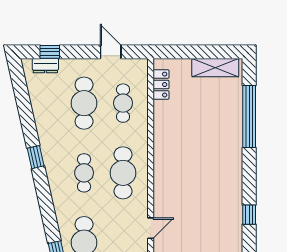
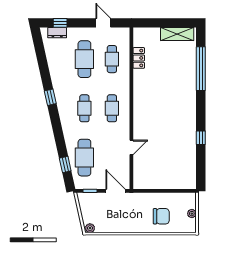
locker: (161, 85) -> (139, 58), moved
cafe table: (123, 173) -> (112, 108), width x0.73, depth x0.74

